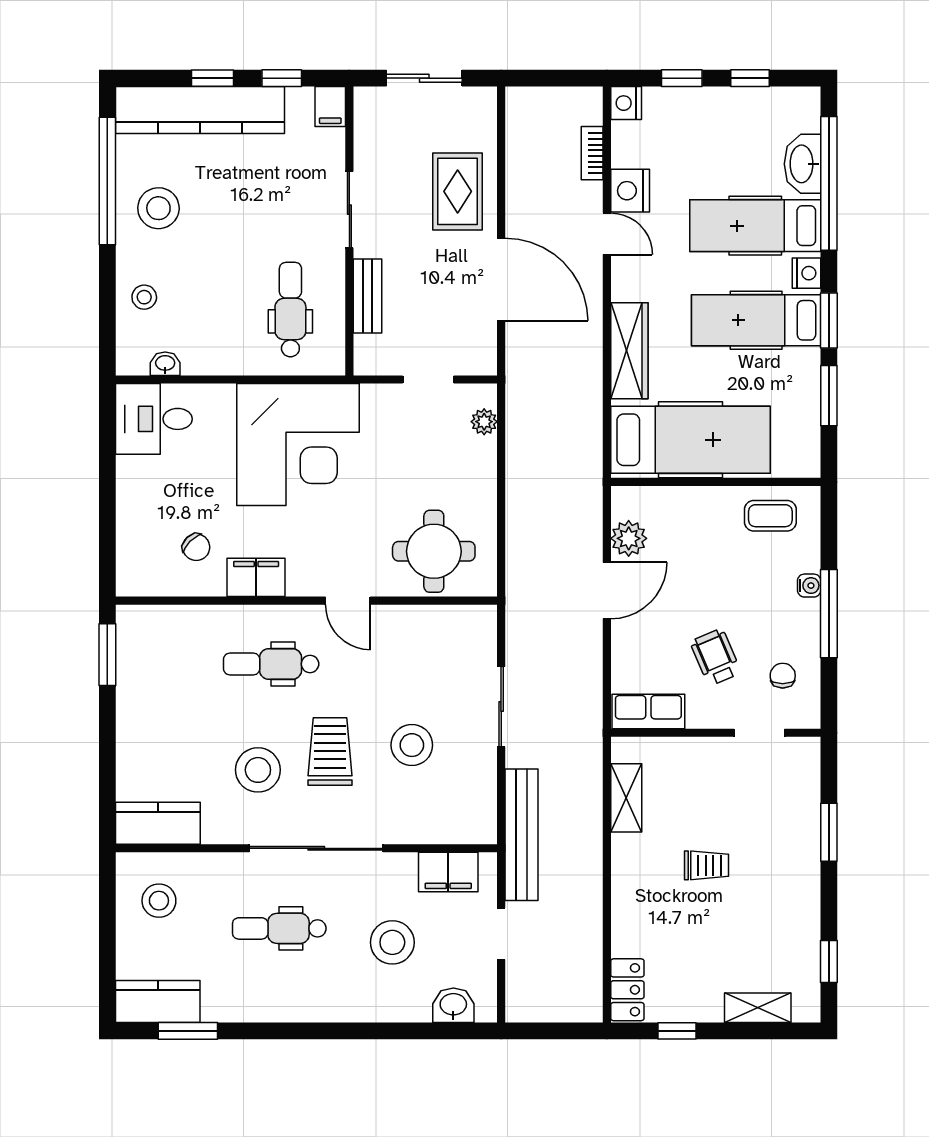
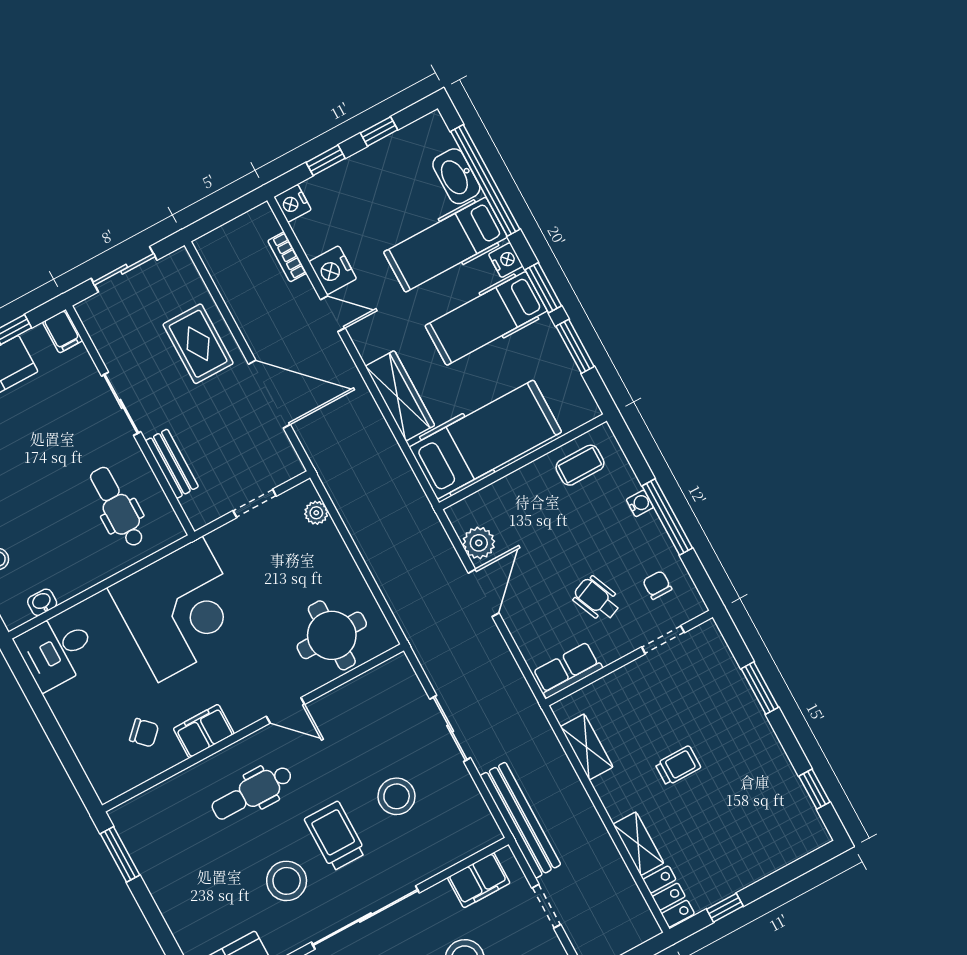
shelving: (758, 1008) -> (638, 844), moved, turned 90

